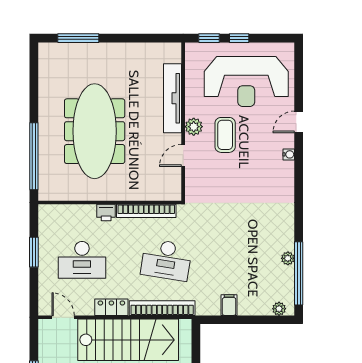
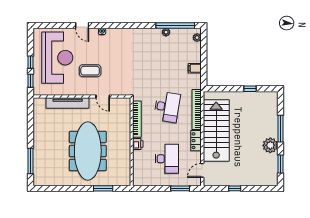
plant: (194, 127) -> (85, 90), removed
meeting table: (95, 131) -> (88, 151), turned 90
window: (34, 156) -> (103, 188), width x0.47
window: (34, 252) -> (180, 188), moved

